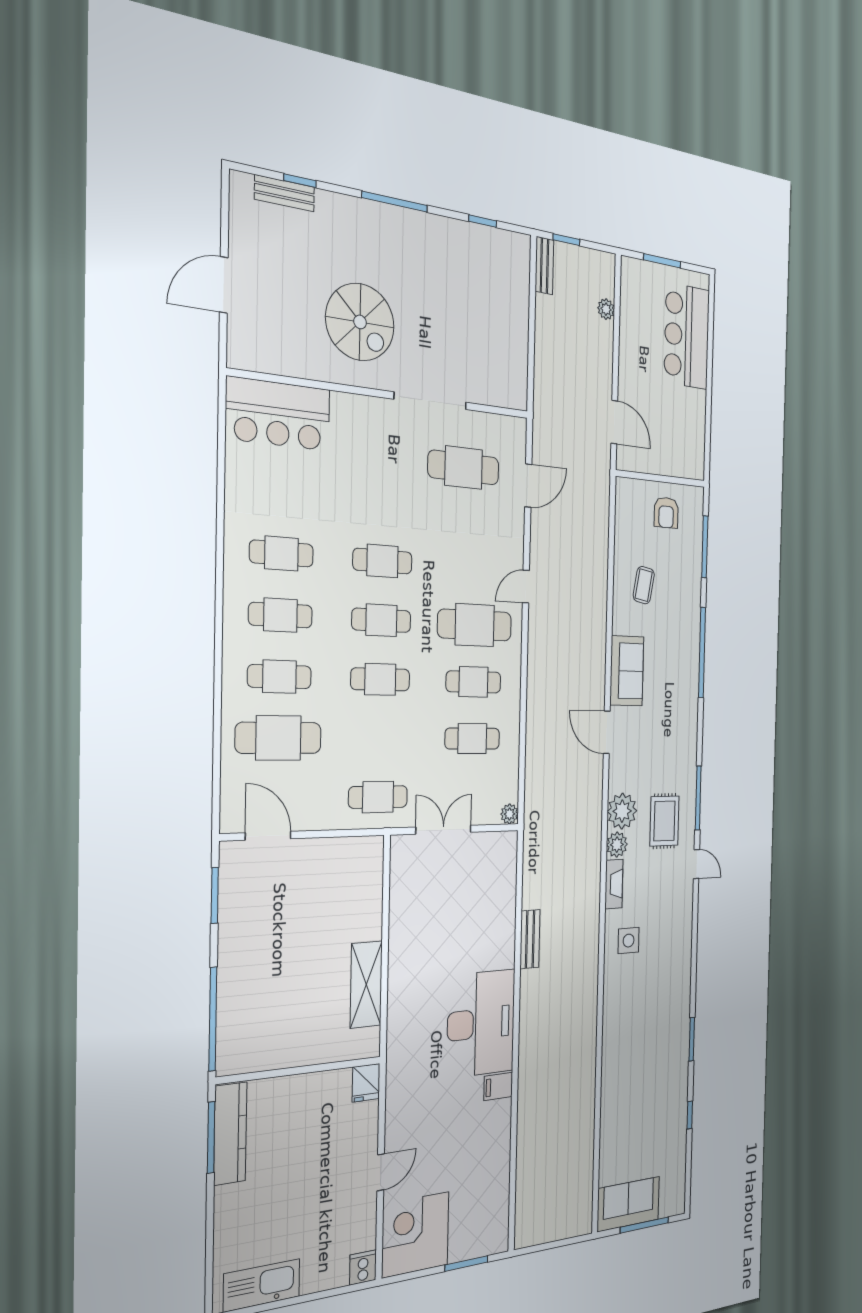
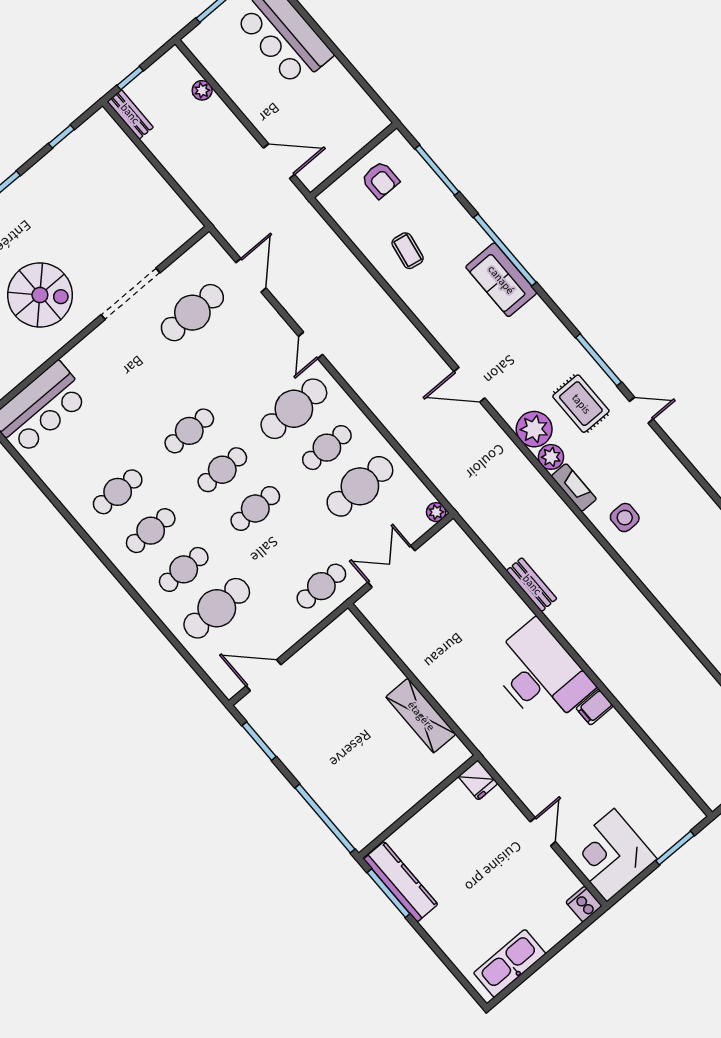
sofa: (627, 671) -> (501, 280), moved, turned 180
cafe table: (472, 739) -> (360, 486), width x1.37, depth x1.35

